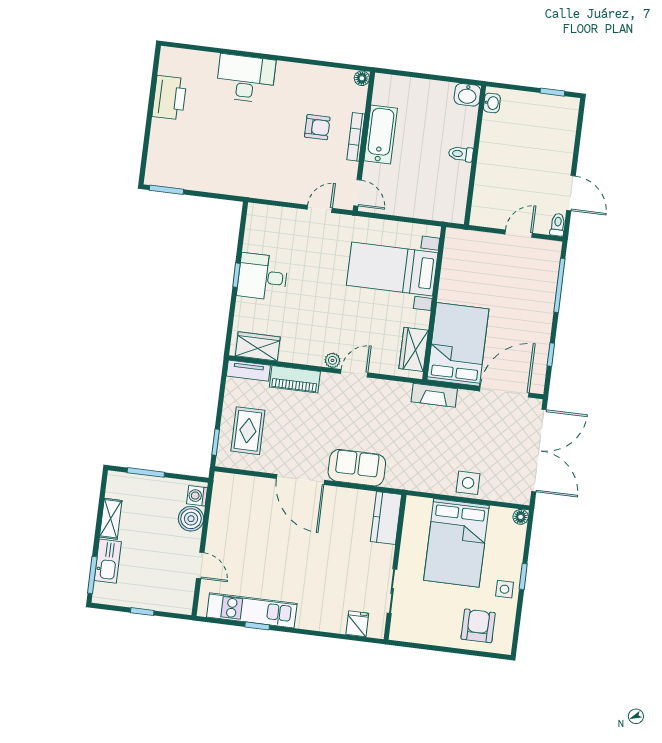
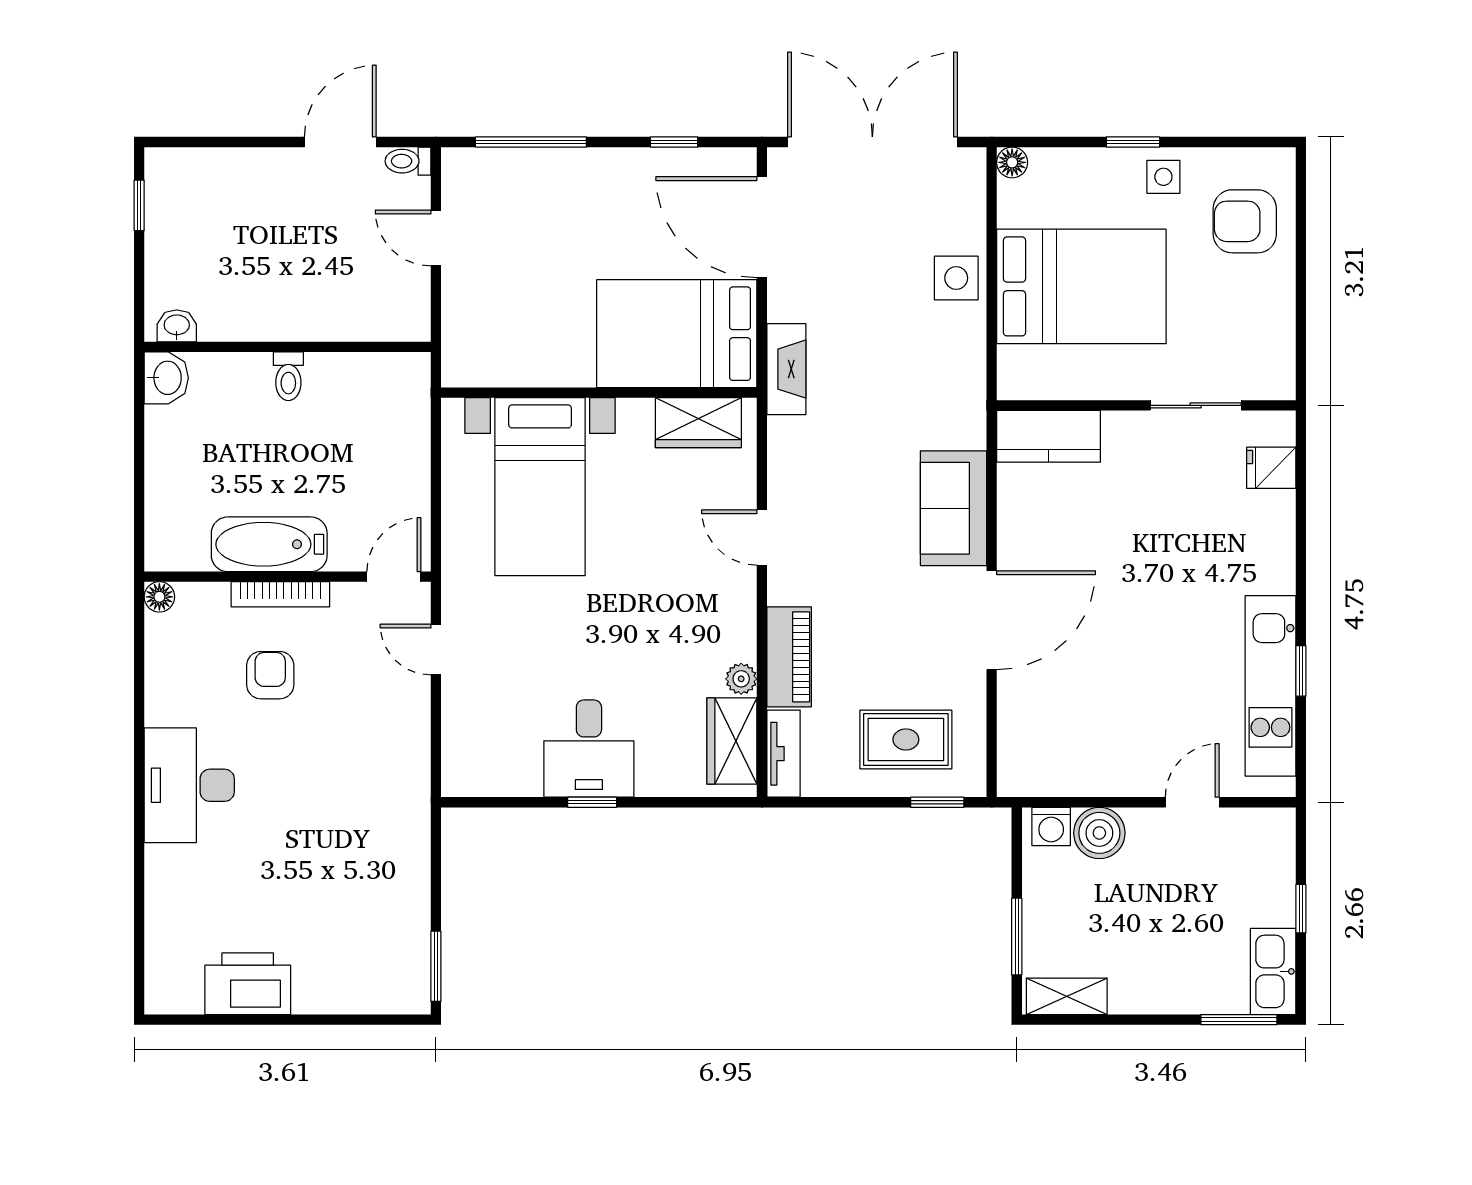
desk: (246, 78) -> (189, 785), moved
plant: (333, 360) -> (741, 679), moved
shelving: (111, 519) -> (1067, 996), moved
kitchen sink: (108, 561) -> (1273, 971), moved, turned -90

